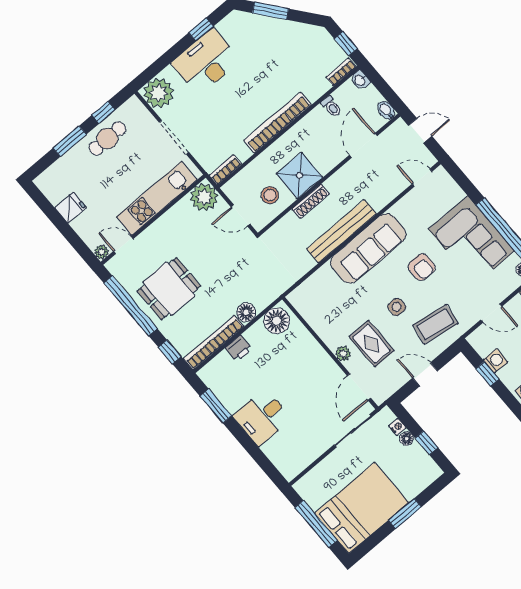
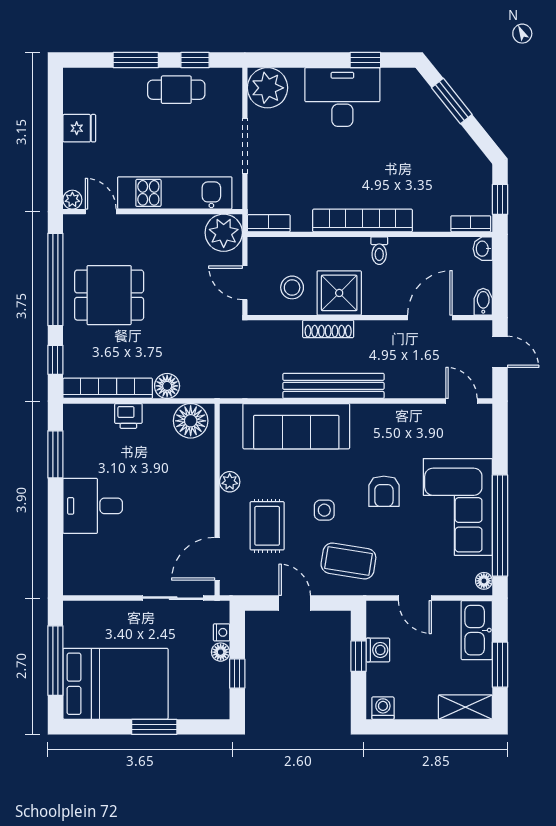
toilet: (331, 107) -> (379, 251), moved
sofa: (368, 248) -> (296, 426), moved
plant: (343, 354) -> (230, 482), moved

